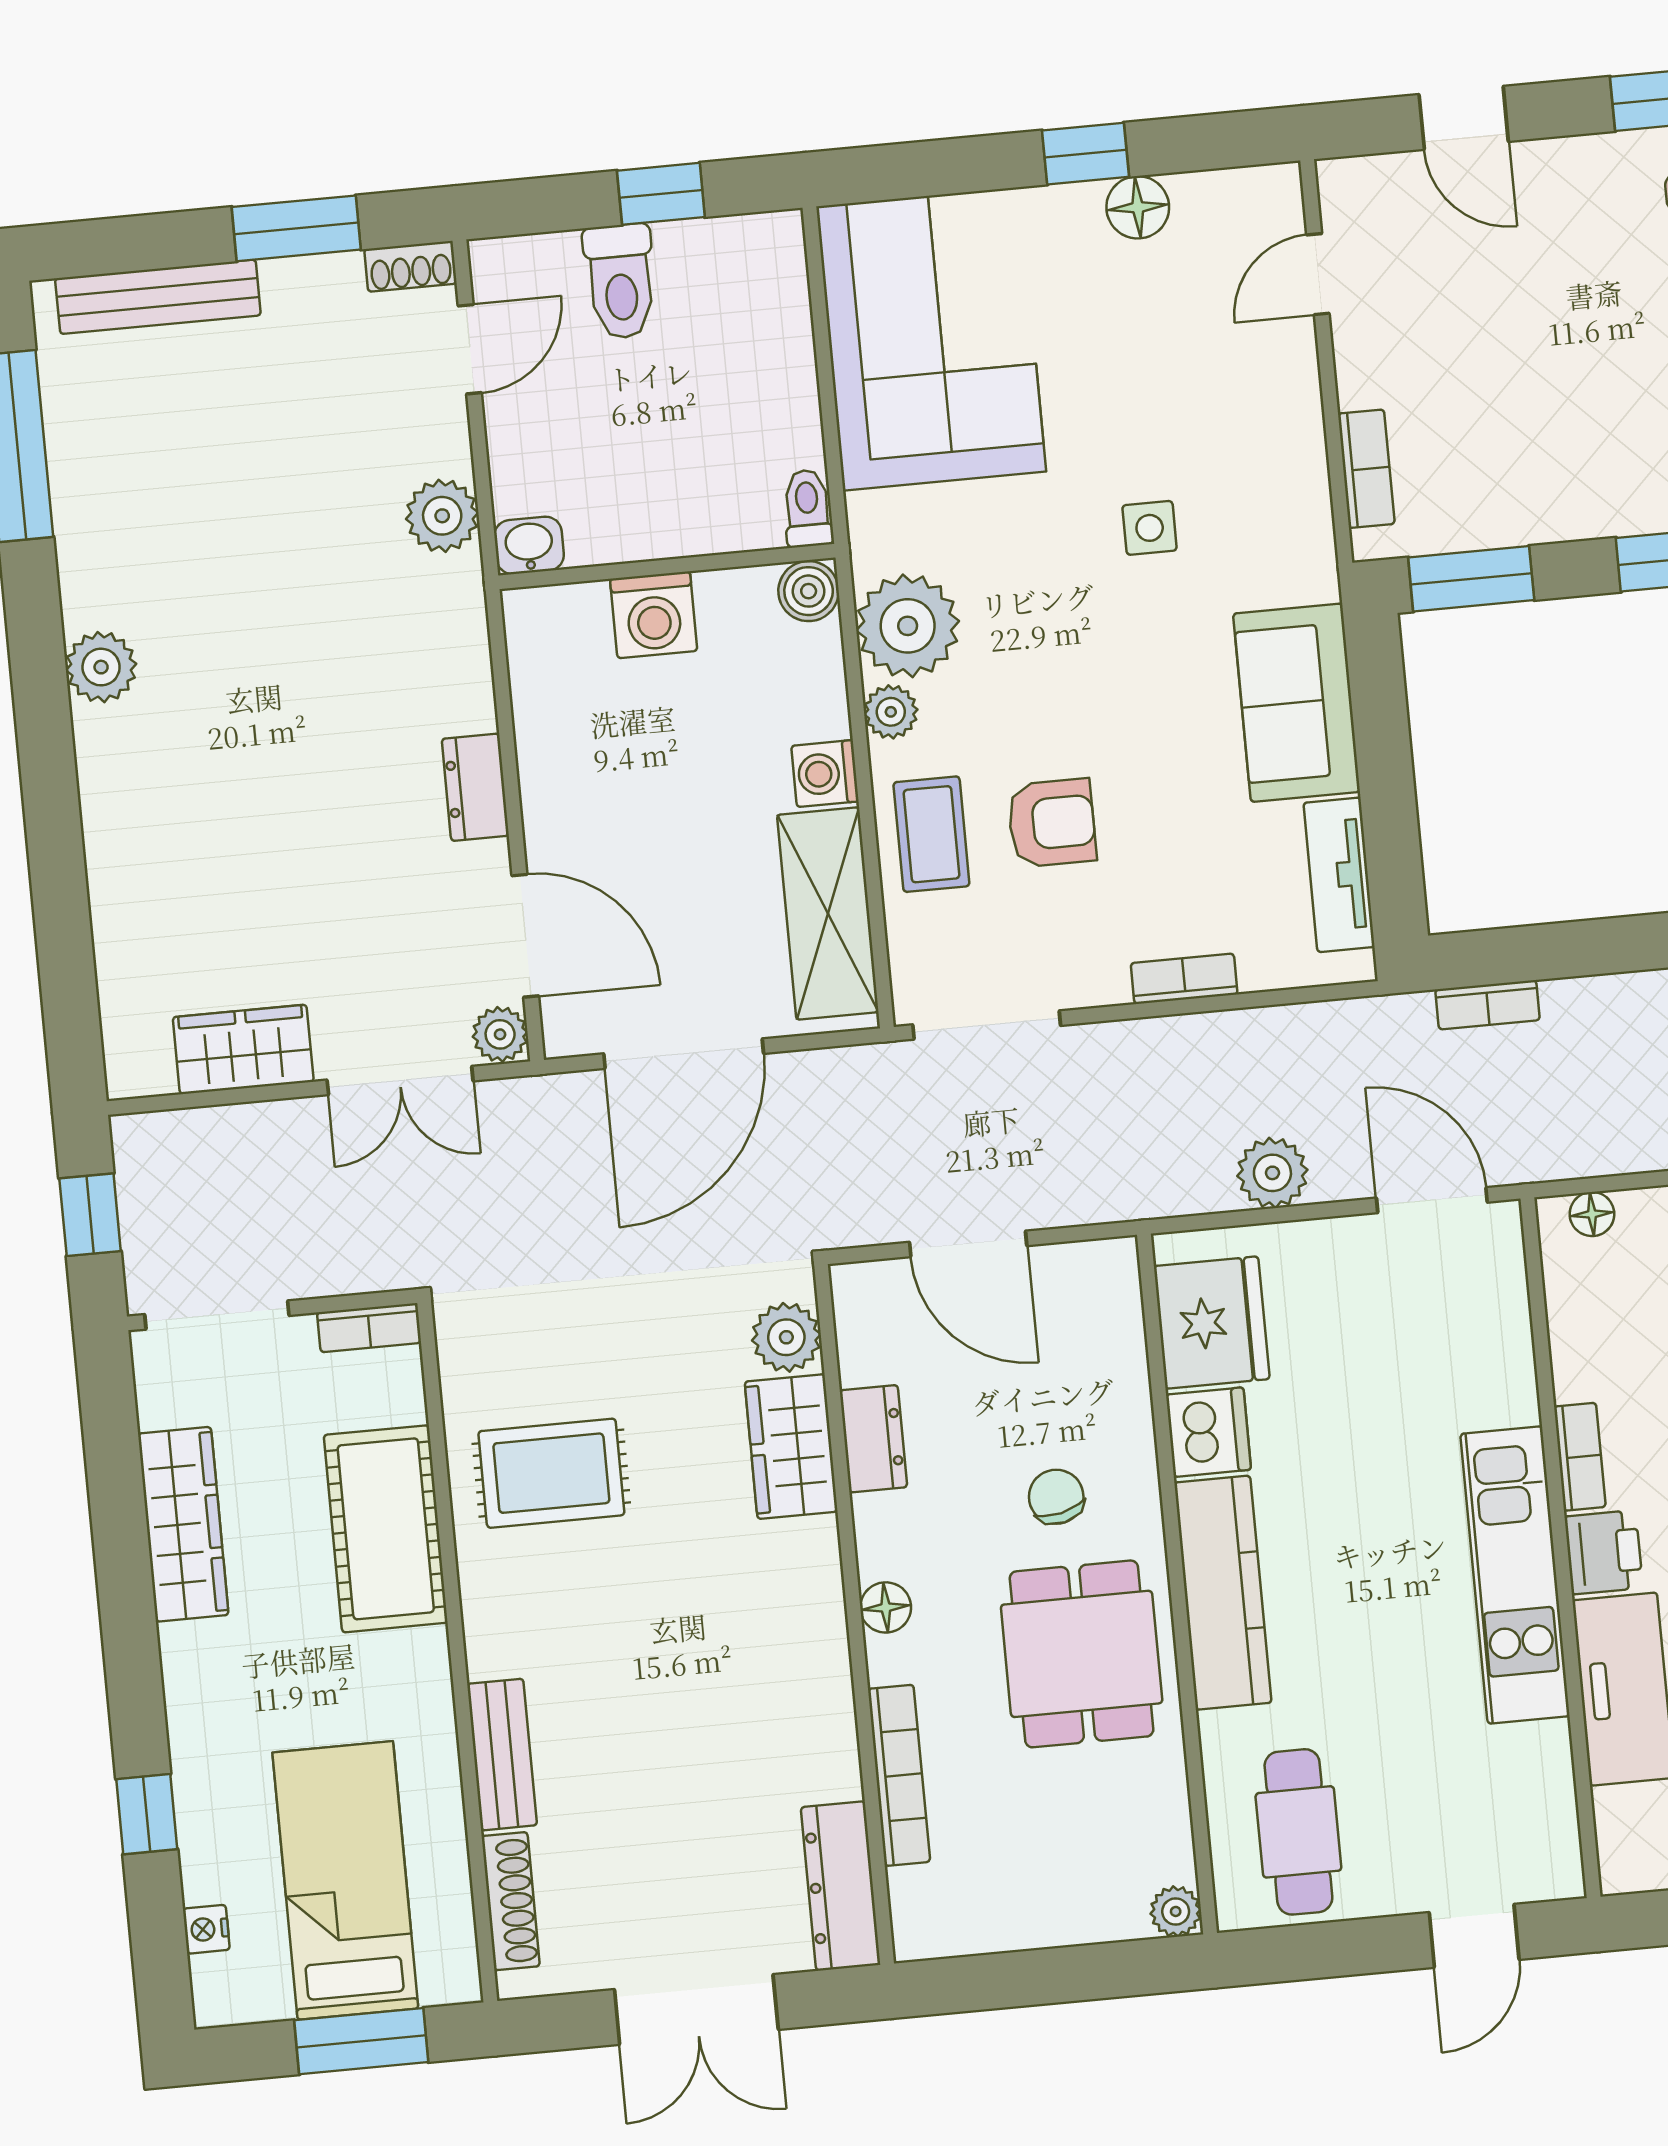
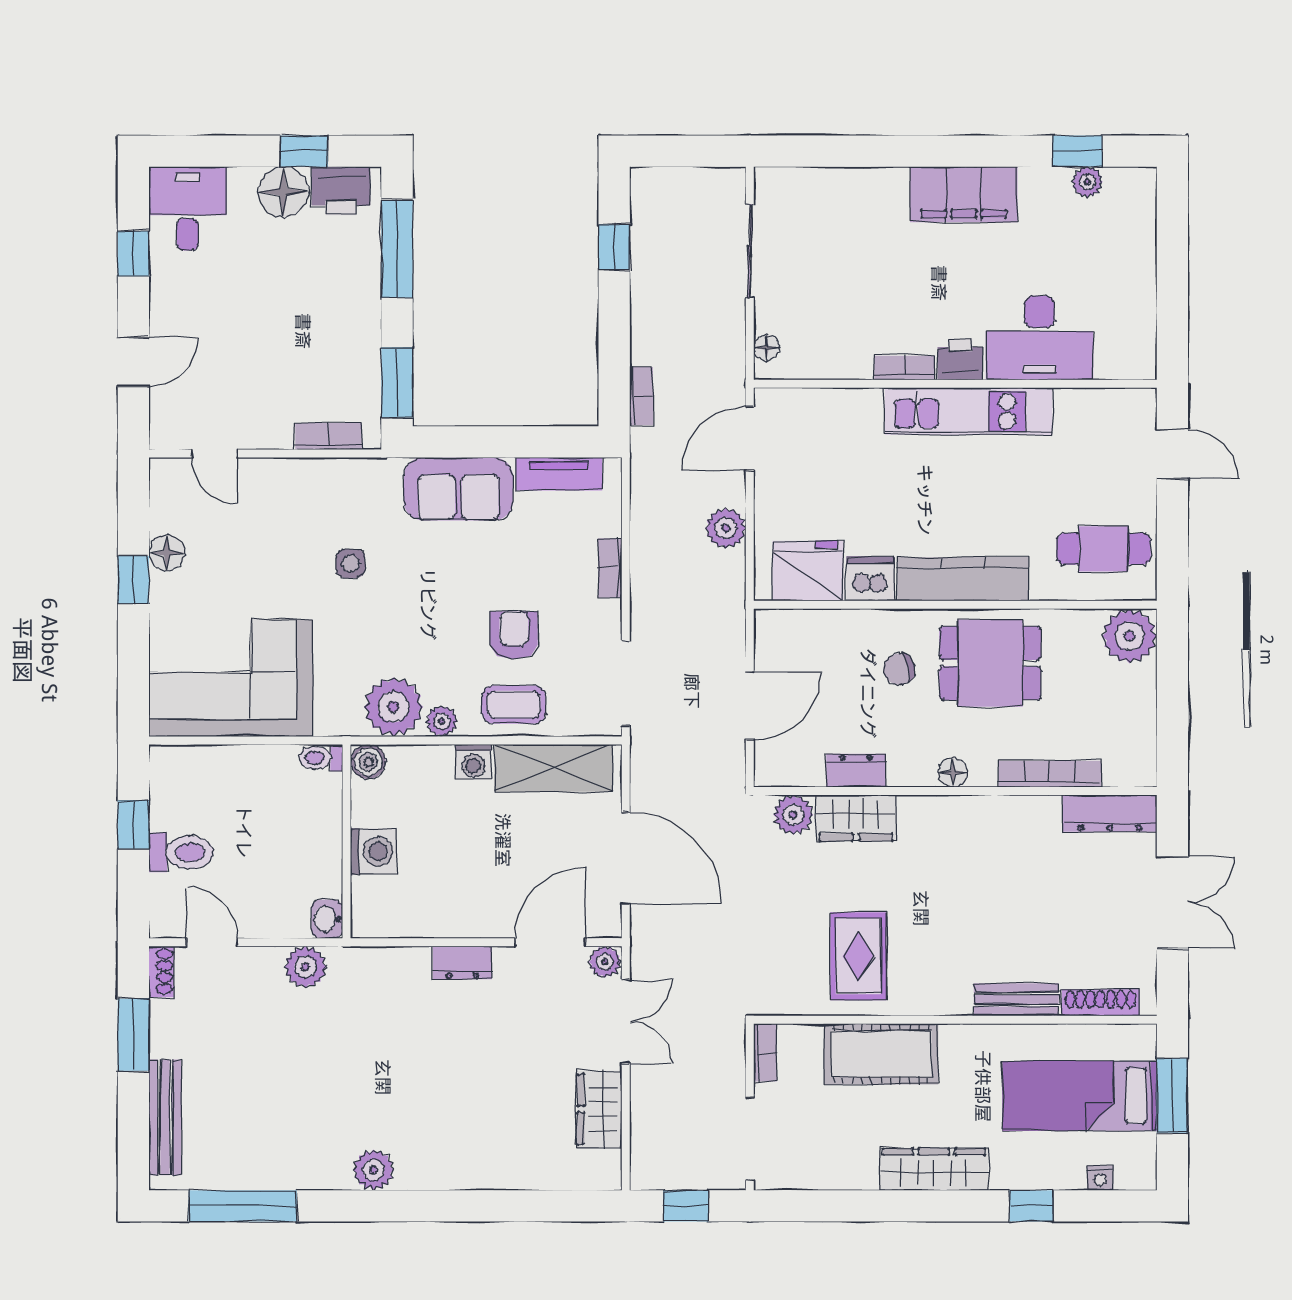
wardrobe: (183, 1524) -> (934, 1169), moved
plant: (1176, 1911) -> (1130, 636), width x1.88, depth x1.88

